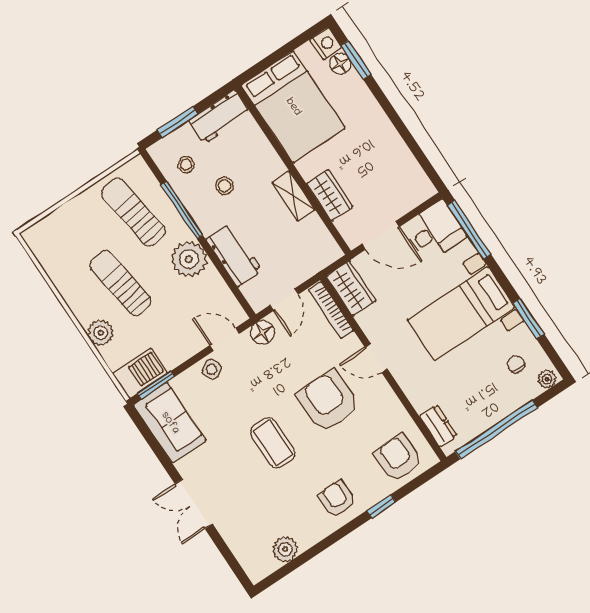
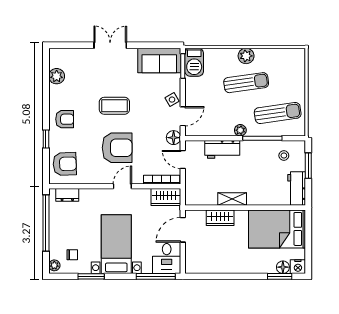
stool: (224, 186) -> (260, 168), removed
plant: (189, 259) -> (240, 130), width x0.53, depth x0.53
plant: (101, 333) -> (246, 56), moved

